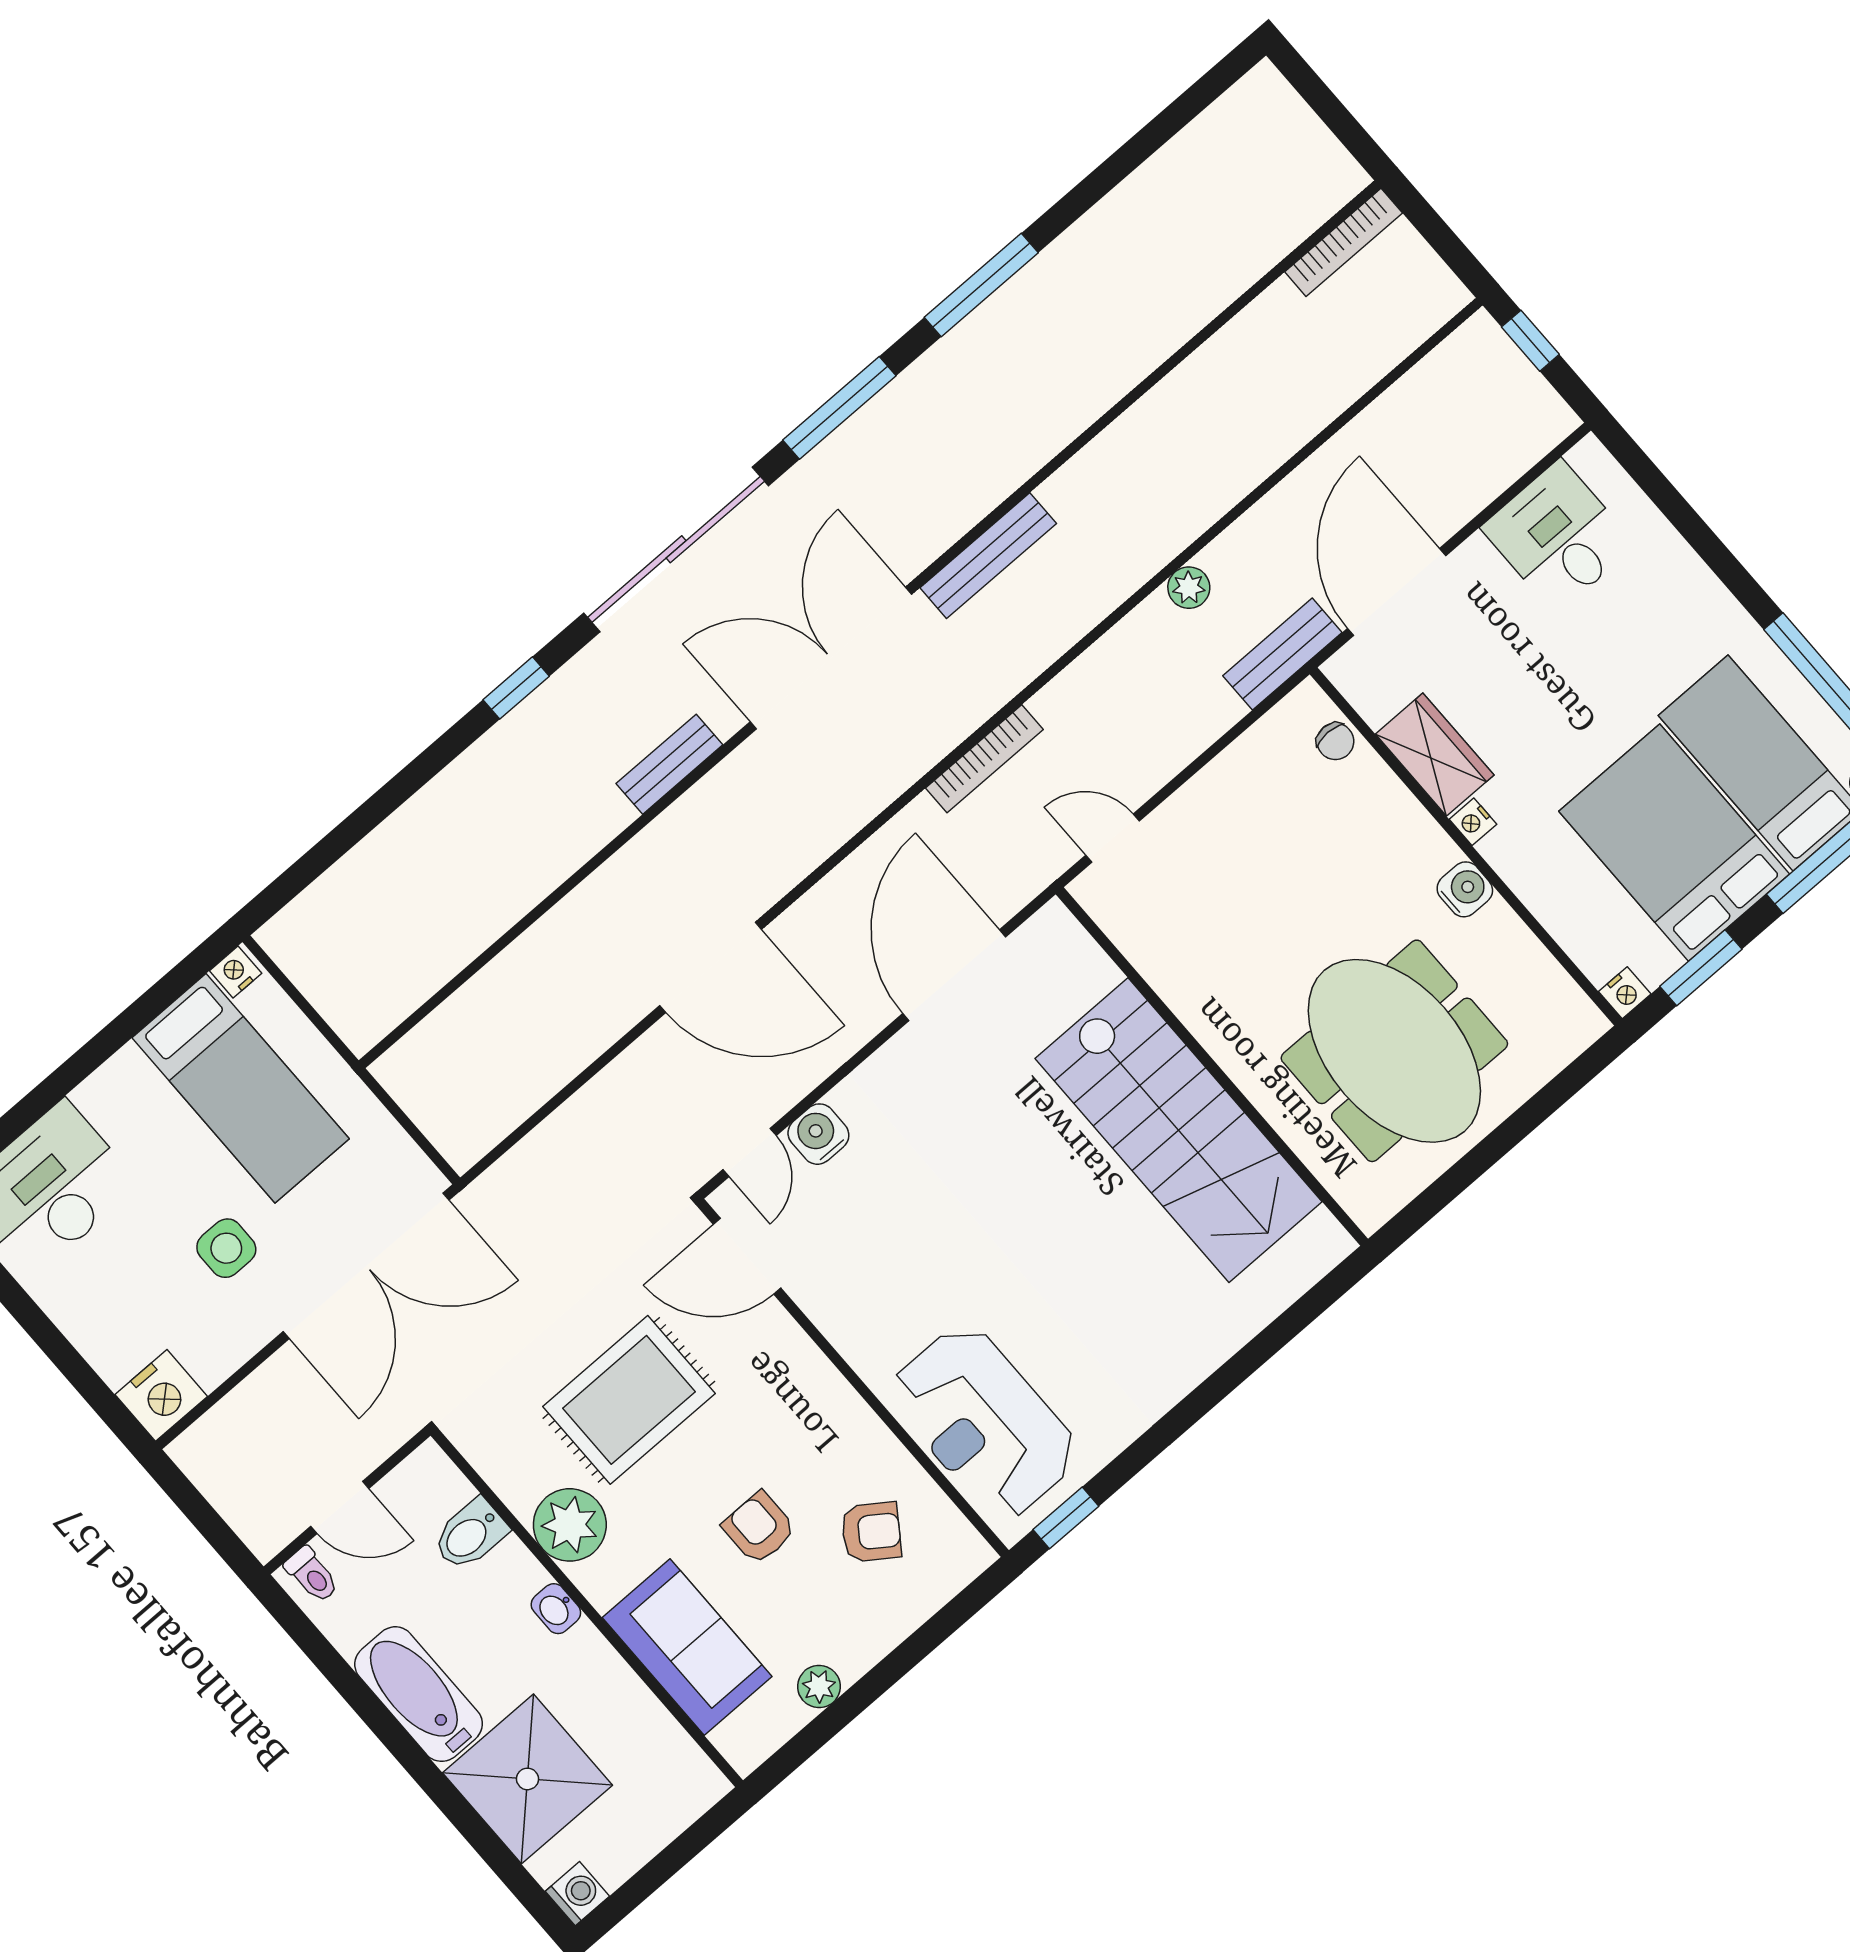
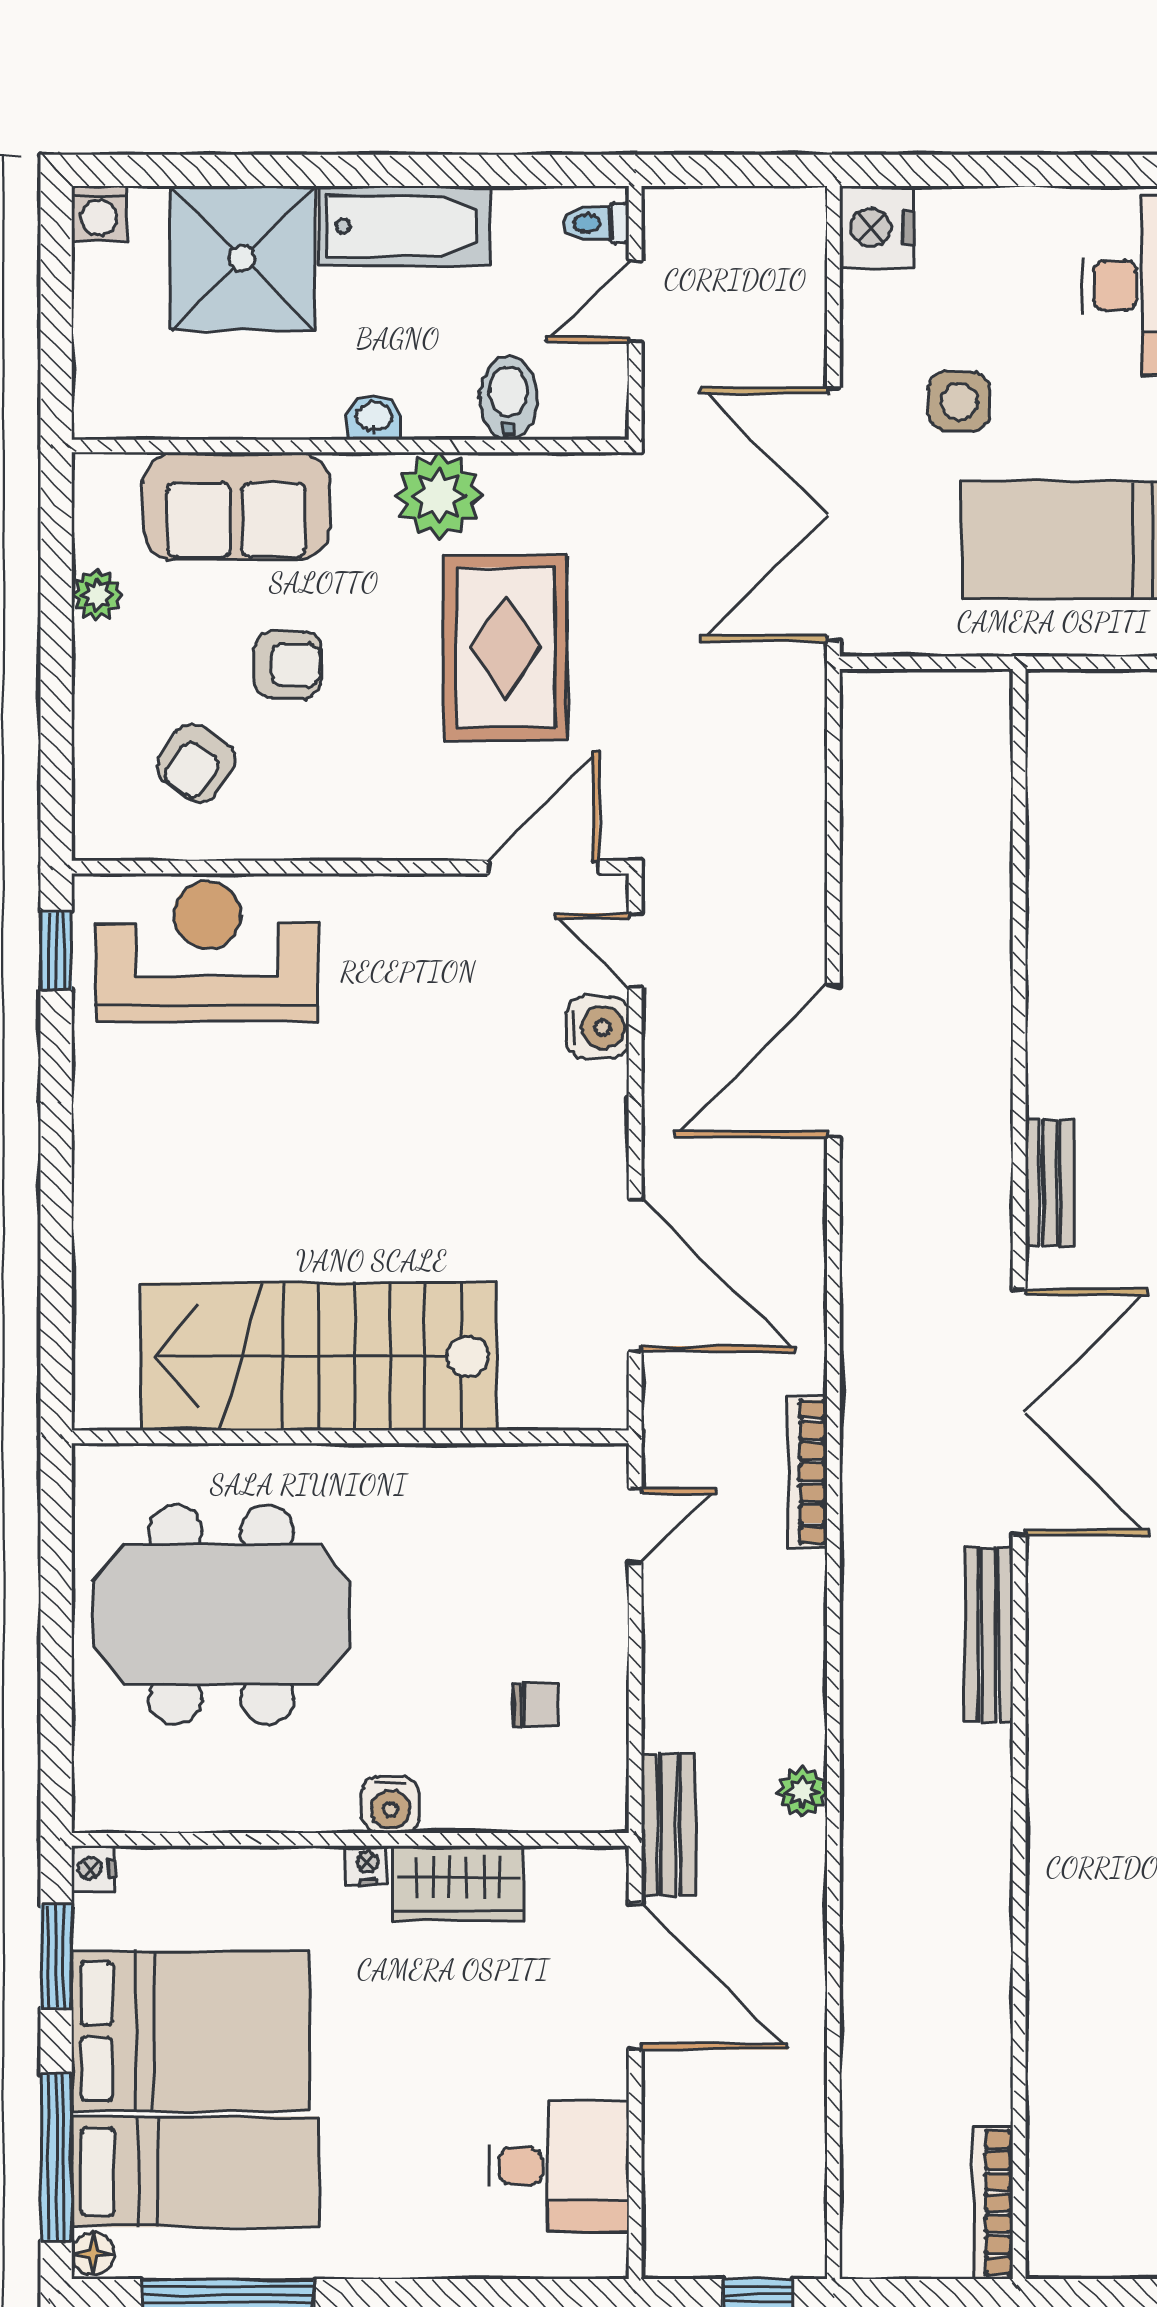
chair: (1335, 741) -> (536, 1705), moved, turned 180
water cooler: (1465, 889) -> (391, 1805), moved

